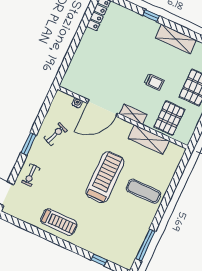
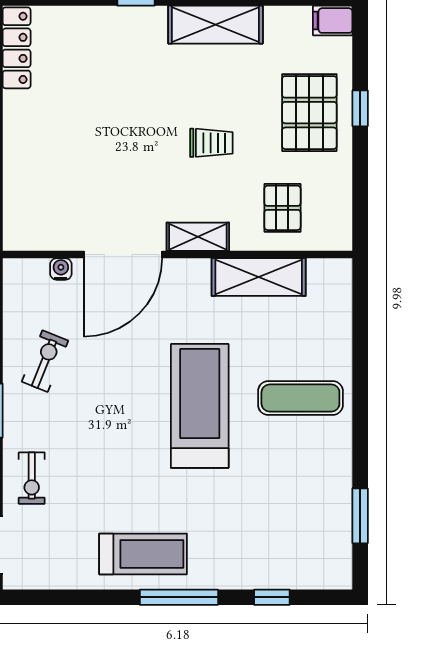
pallet: (169, 118) -> (282, 208), width x0.67, depth x0.71
window: (65, 244) -> (179, 597), added
window: (145, 245) -> (360, 516), width x0.69

